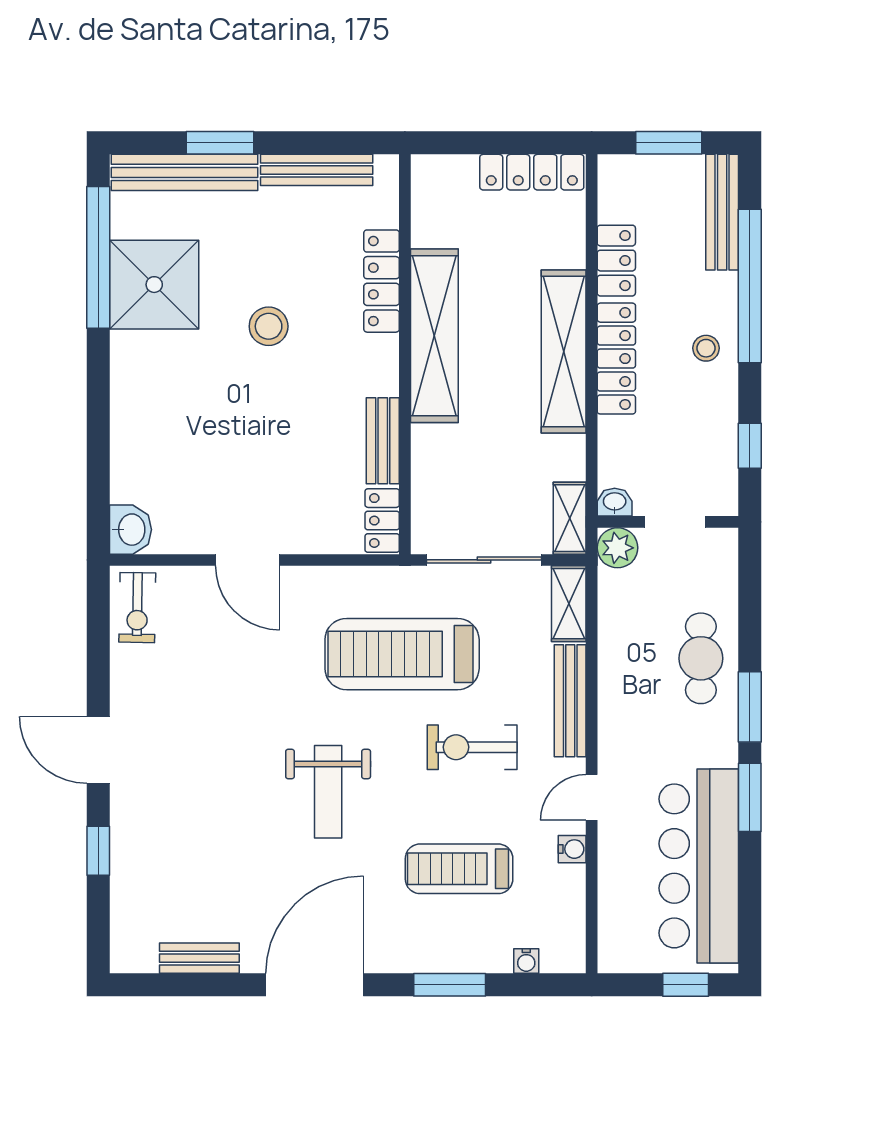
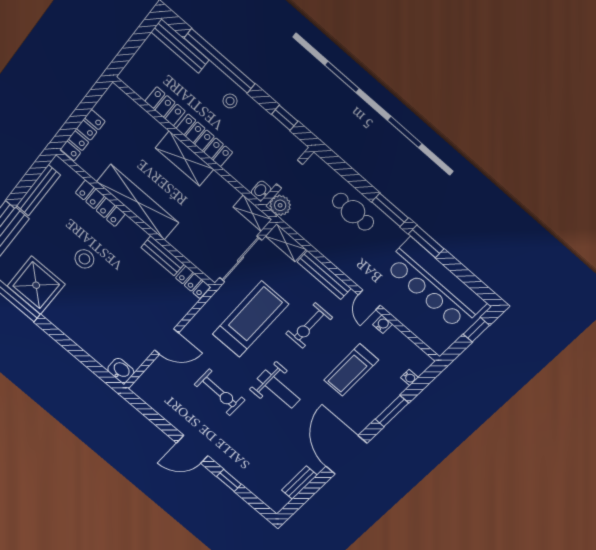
window: (669, 143) -> (134, 43), removed
locker: (532, 172) -> (83, 135), moved
shelving: (564, 351) -> (184, 159), width x0.68
exercise bike: (137, 608) -> (220, 392), moved, width x1.38, depth x1.39
treadmill: (402, 654) -> (250, 319), turned 180

